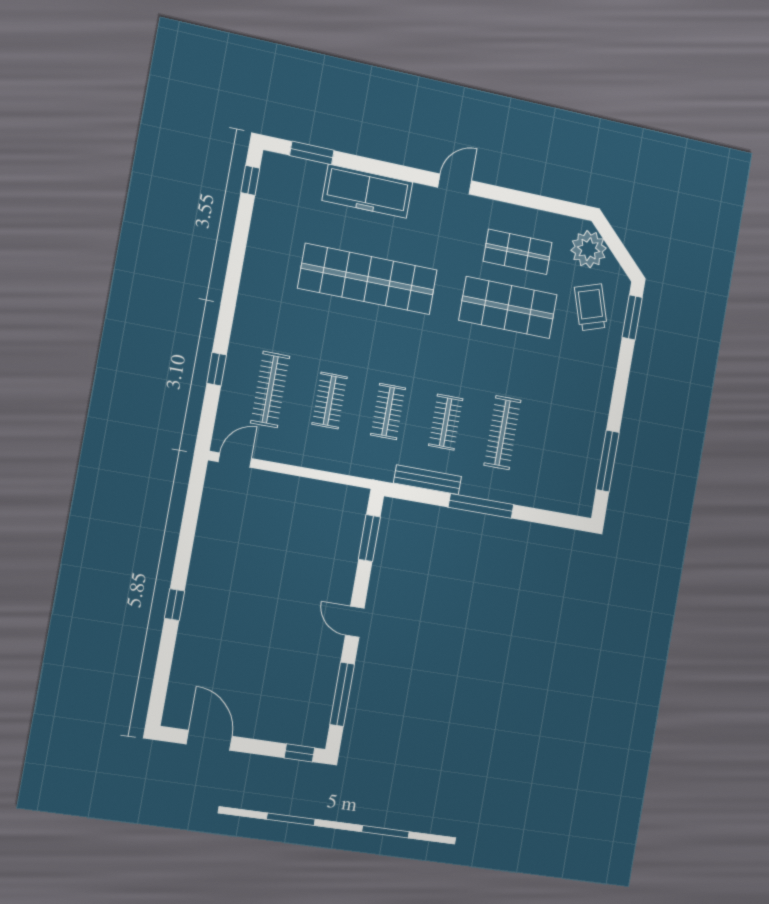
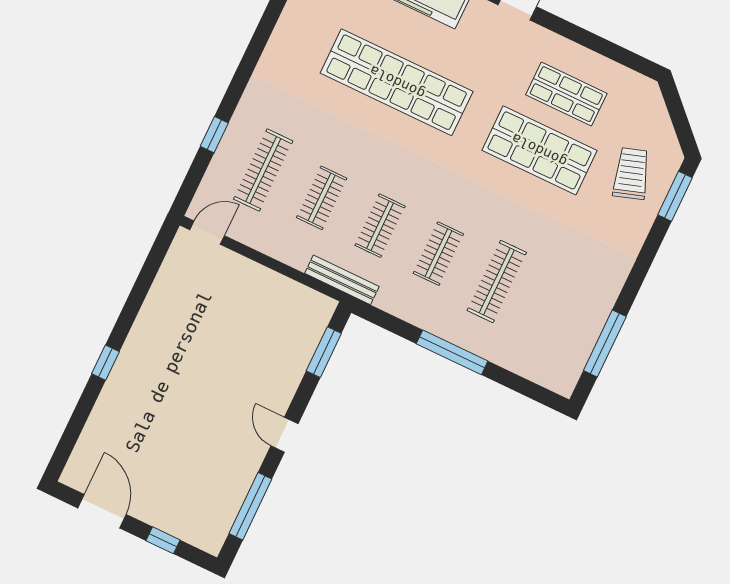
plant: (589, 249) -> (646, 111), removed
bench: (428, 480) -> (342, 280), moved
window: (299, 753) -> (163, 540), moved

